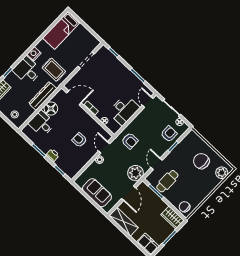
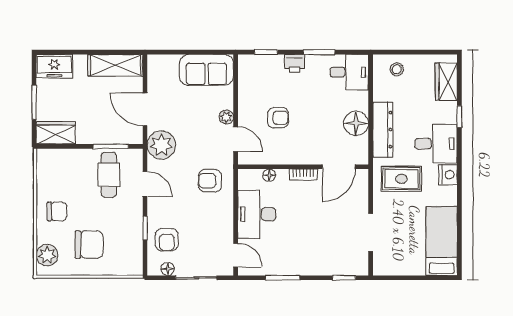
desk: (42, 123) -> (349, 72), moved
sofa: (97, 193) -> (207, 70), moved
chair: (185, 207) -> (57, 211), moved

